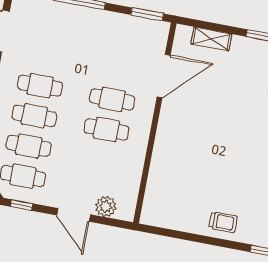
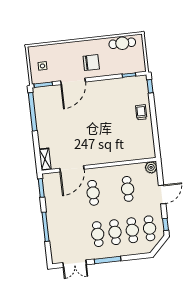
shelving: (211, 39) -> (45, 159), moved
door: (164, 76) -> (72, 169), swing flipped
cafe table: (106, 129) -> (128, 189), moved
plant: (106, 207) -> (151, 167), moved

